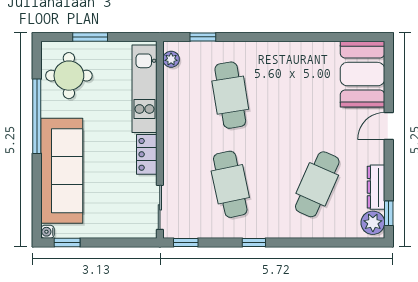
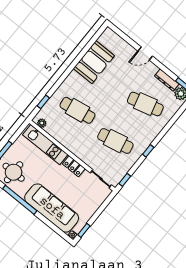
booth: (362, 74) -> (94, 62), moved, turned 90
door: (389, 126) -> (145, 54), hinge flipped
cafe table: (317, 184) -> (145, 104), turned -39

